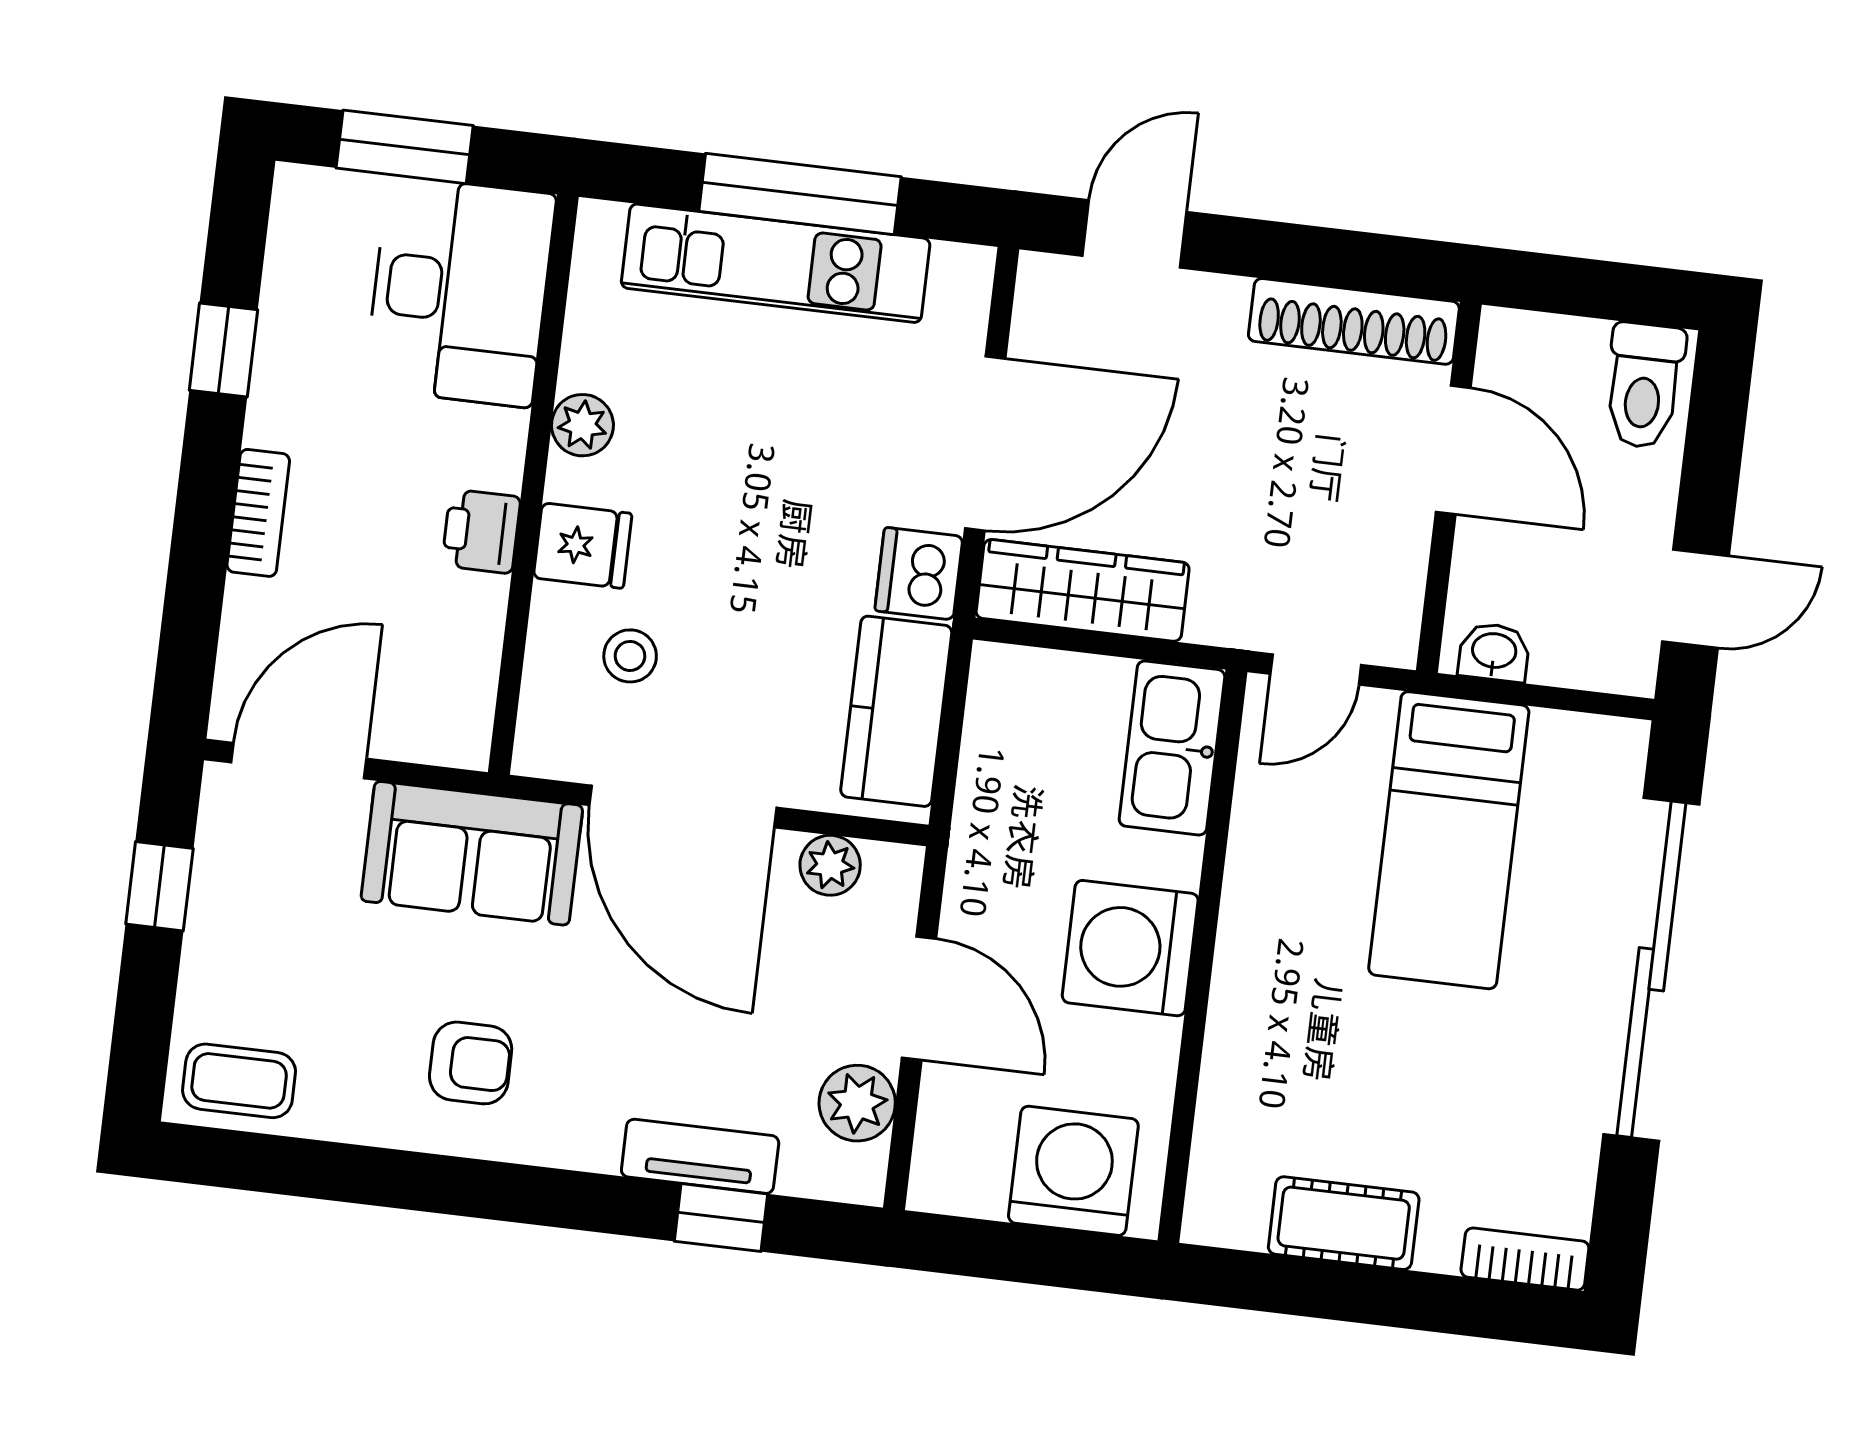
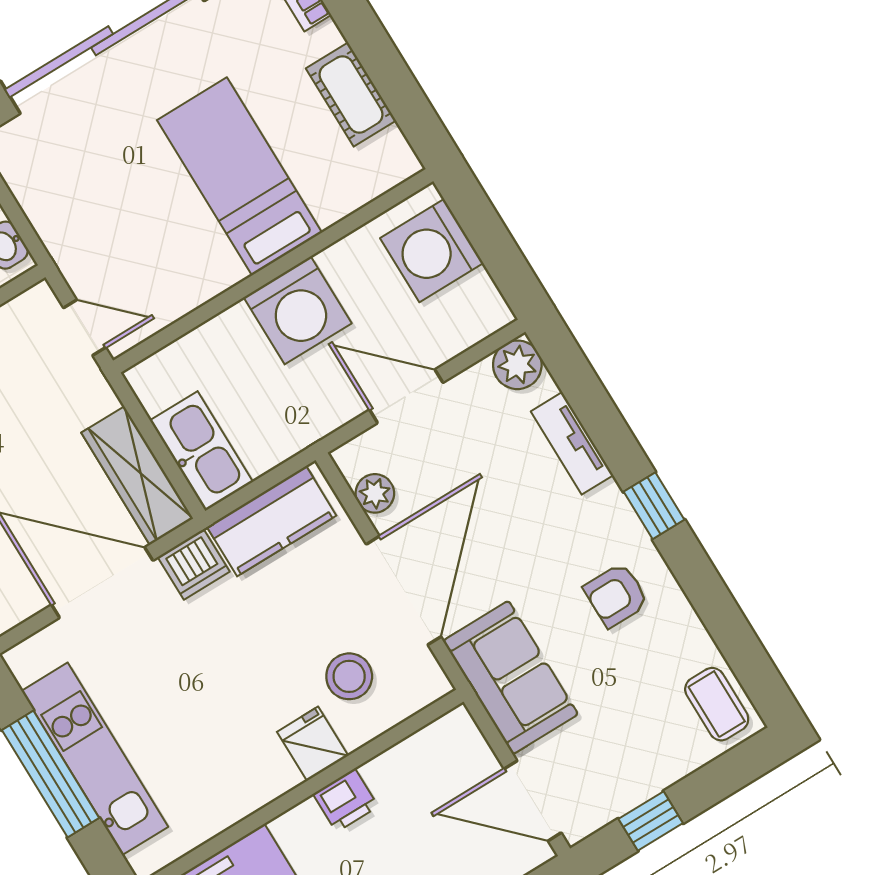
plant: (582, 425) -> (252, 791), removed
stool: (630, 656) -> (349, 676), width x1.37, depth x1.37
kitchen sink: (1172, 748) -> (201, 451), moved, turned -90
bed: (1449, 840) -> (239, 176), moved, turned -90
door: (919, 998) -> (406, 396), hinge flipped
armchair: (471, 1063) -> (616, 595), turned -90
plant: (857, 1103) -> (517, 365), moved
window: (721, 1218) -> (654, 506), moved

